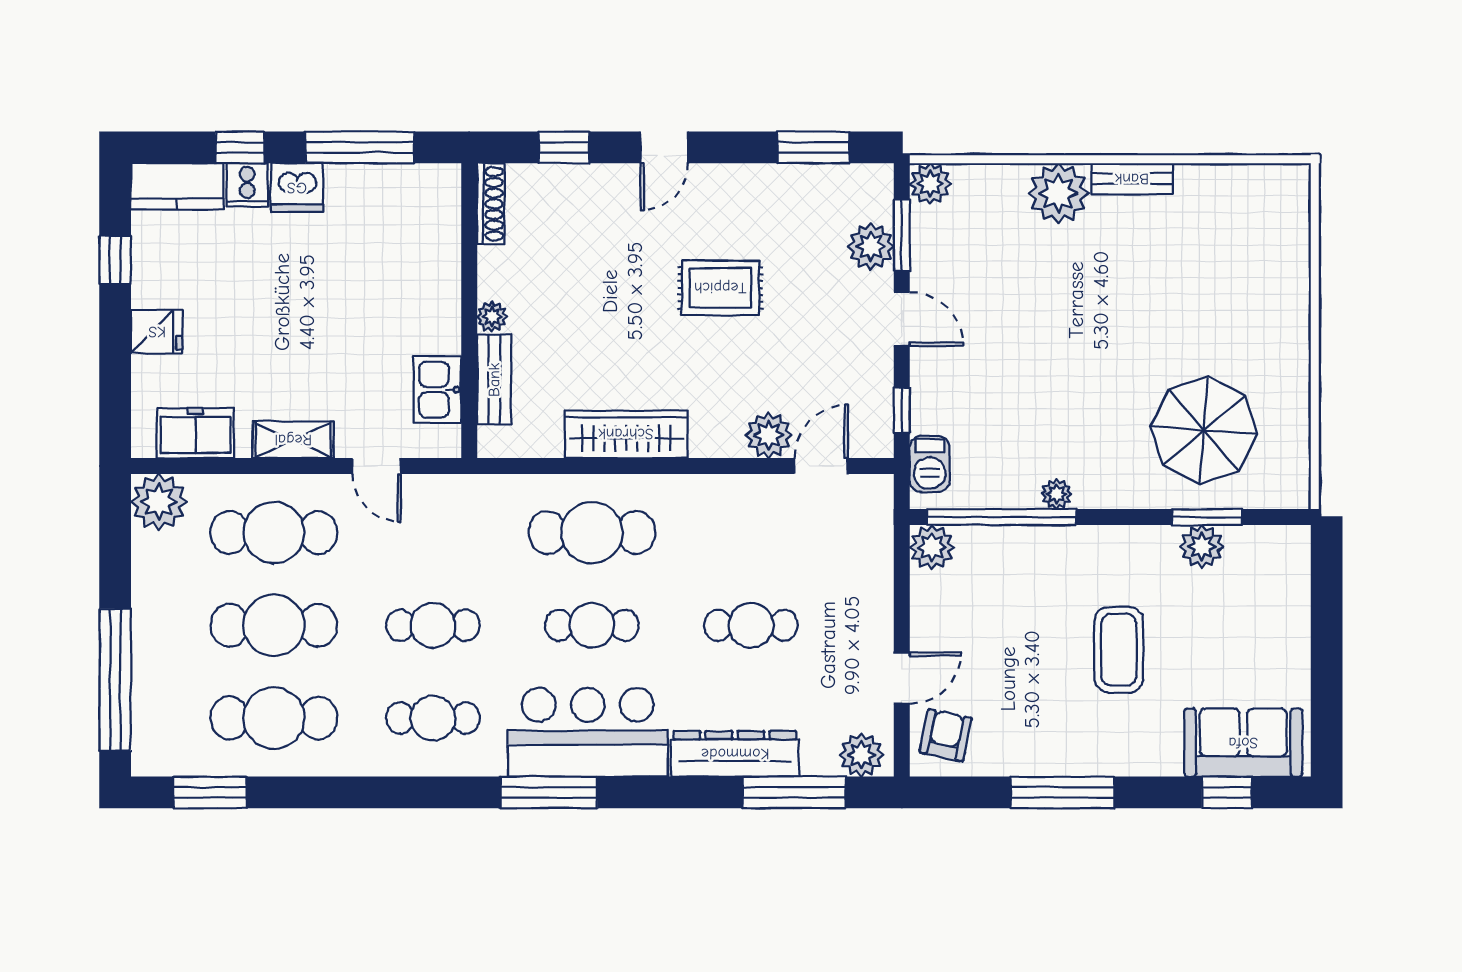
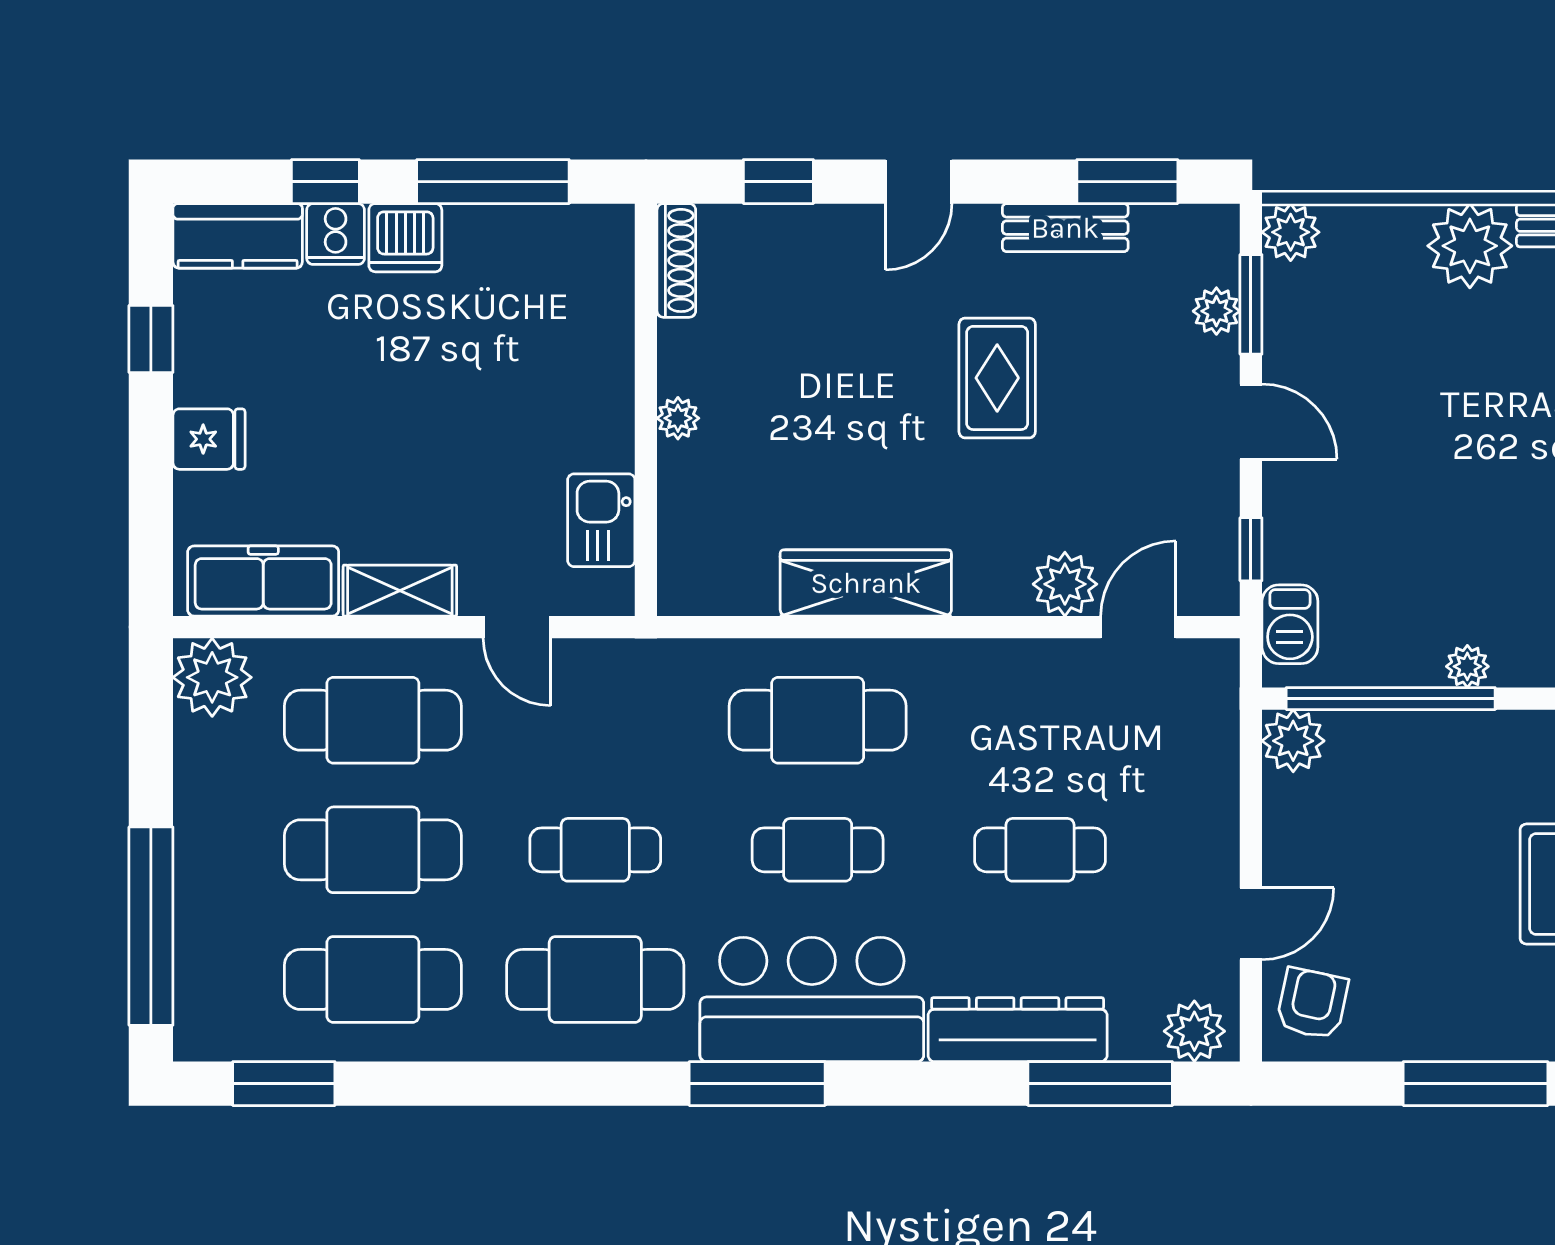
plant: (871, 246) -> (1216, 311), width x0.73, depth x0.73
rug: (720, 288) -> (997, 378), turned 90
bench: (494, 380) -> (1065, 228), moved, turned 90
freezer: (195, 433) -> (263, 581), width x1.40
cafe table: (433, 718) -> (595, 979), width x1.37, depth x1.35

